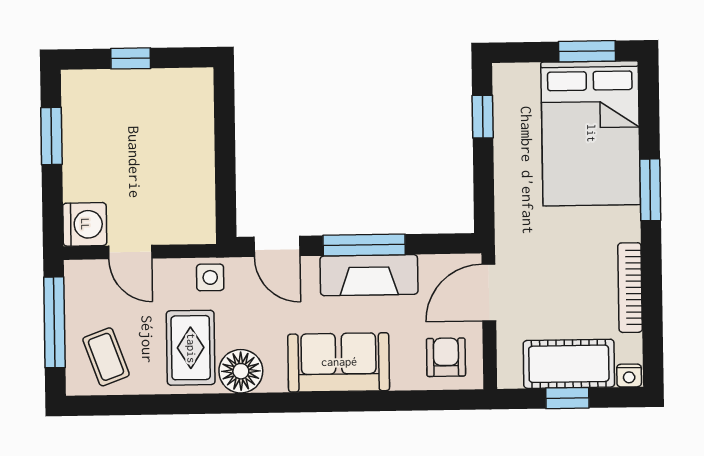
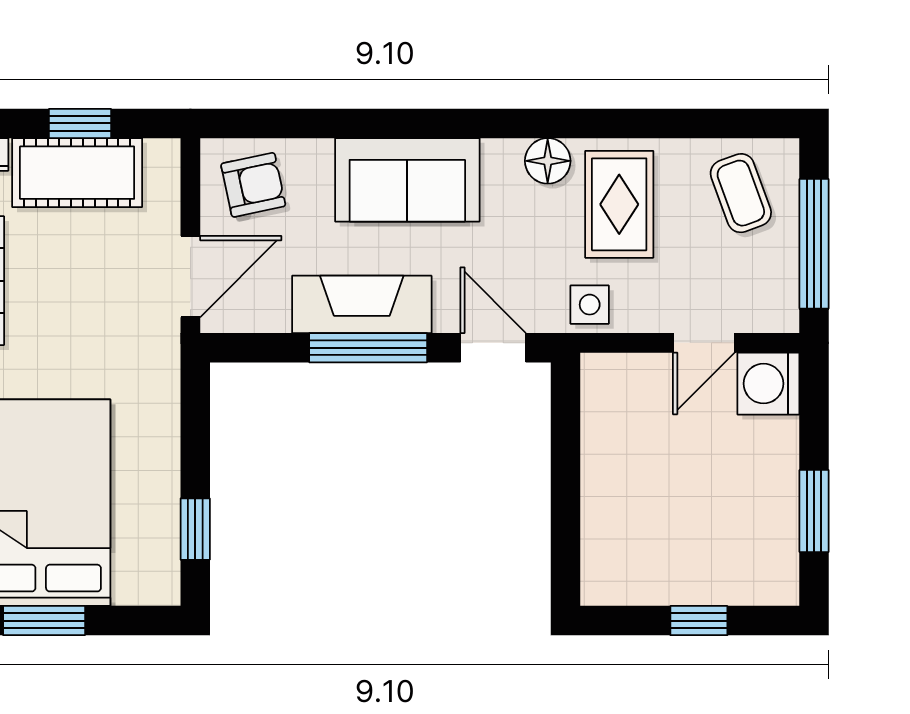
door: (130, 252) -> (704, 343), swing flipped
armchair: (446, 357) -> (253, 185), turned -102
floor lamp: (241, 371) -> (548, 161), width x0.73, depth x0.73

